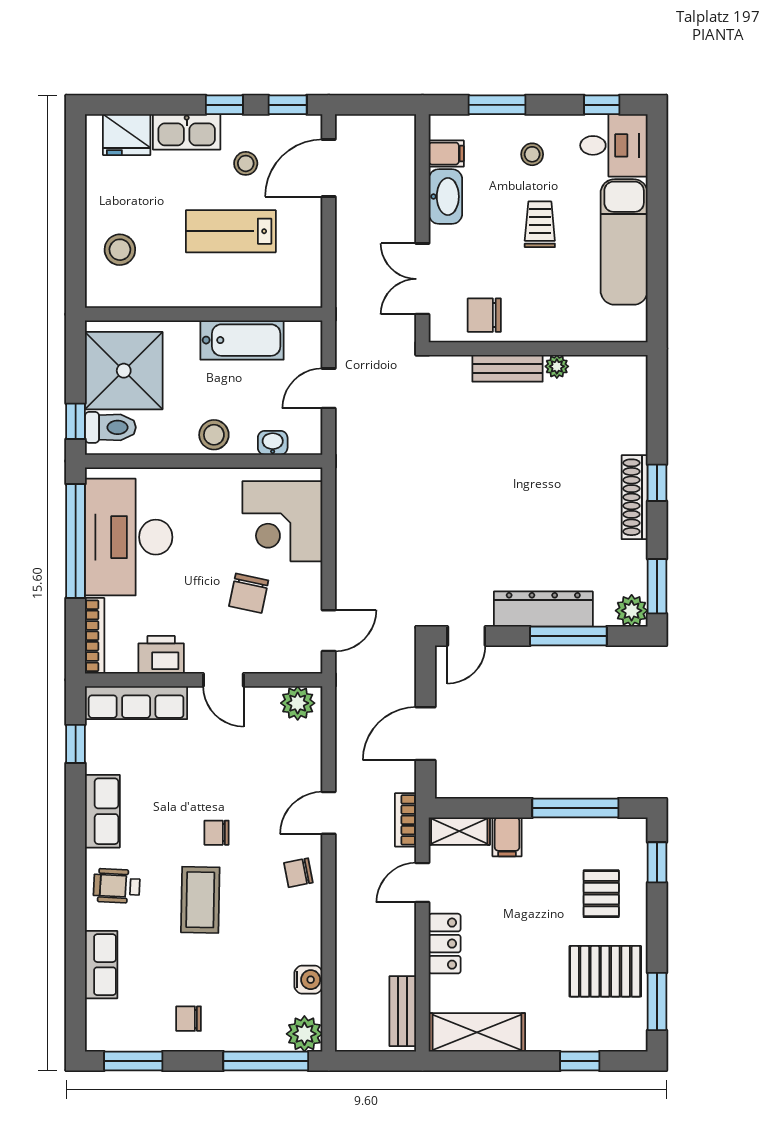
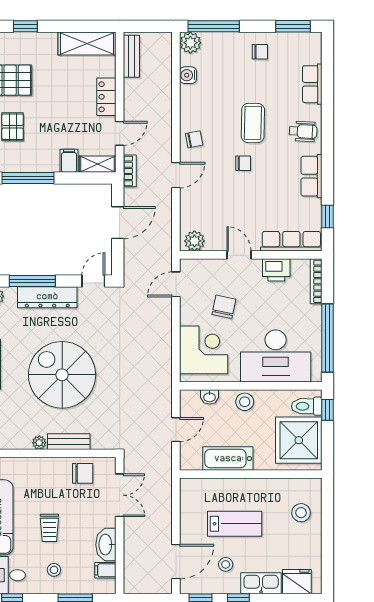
spiral stairs: (519, 480) -> (62, 375), added
desk: (129, 537) -> (276, 356), moved, turned 90

